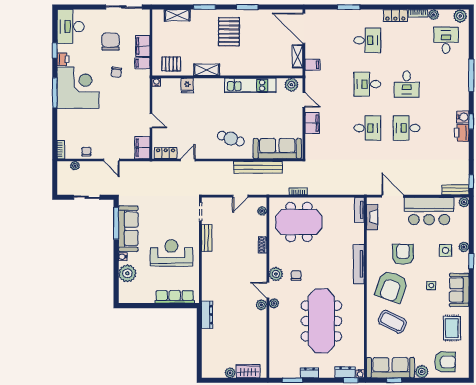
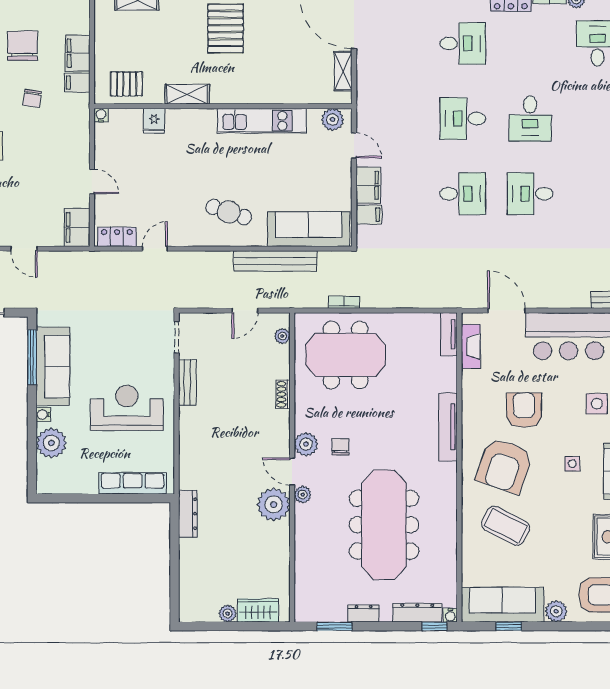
filing cabinet: (313, 65) -> (369, 214), moved
plant: (261, 305) -> (274, 505), width x1.87, depth x1.87
dresser: (345, 372) -> (417, 613), width x1.44

